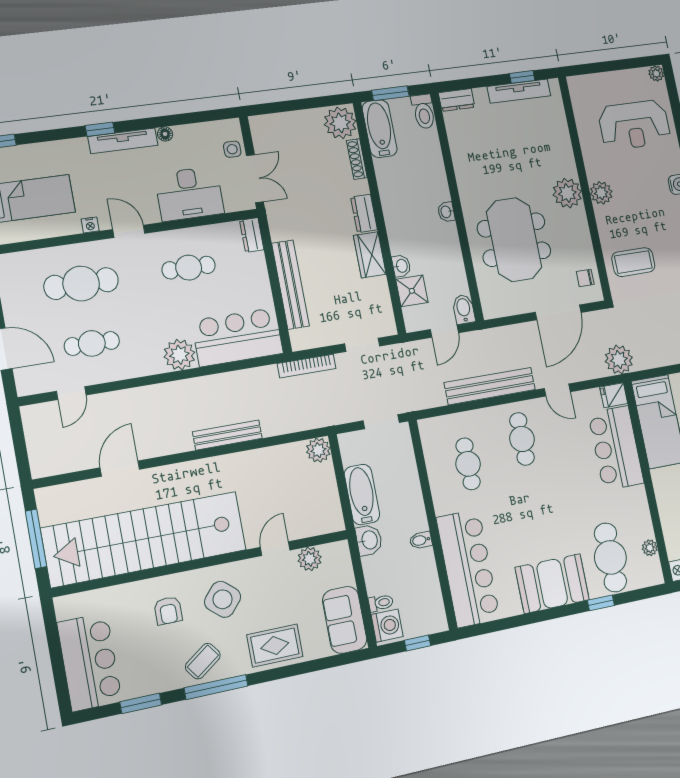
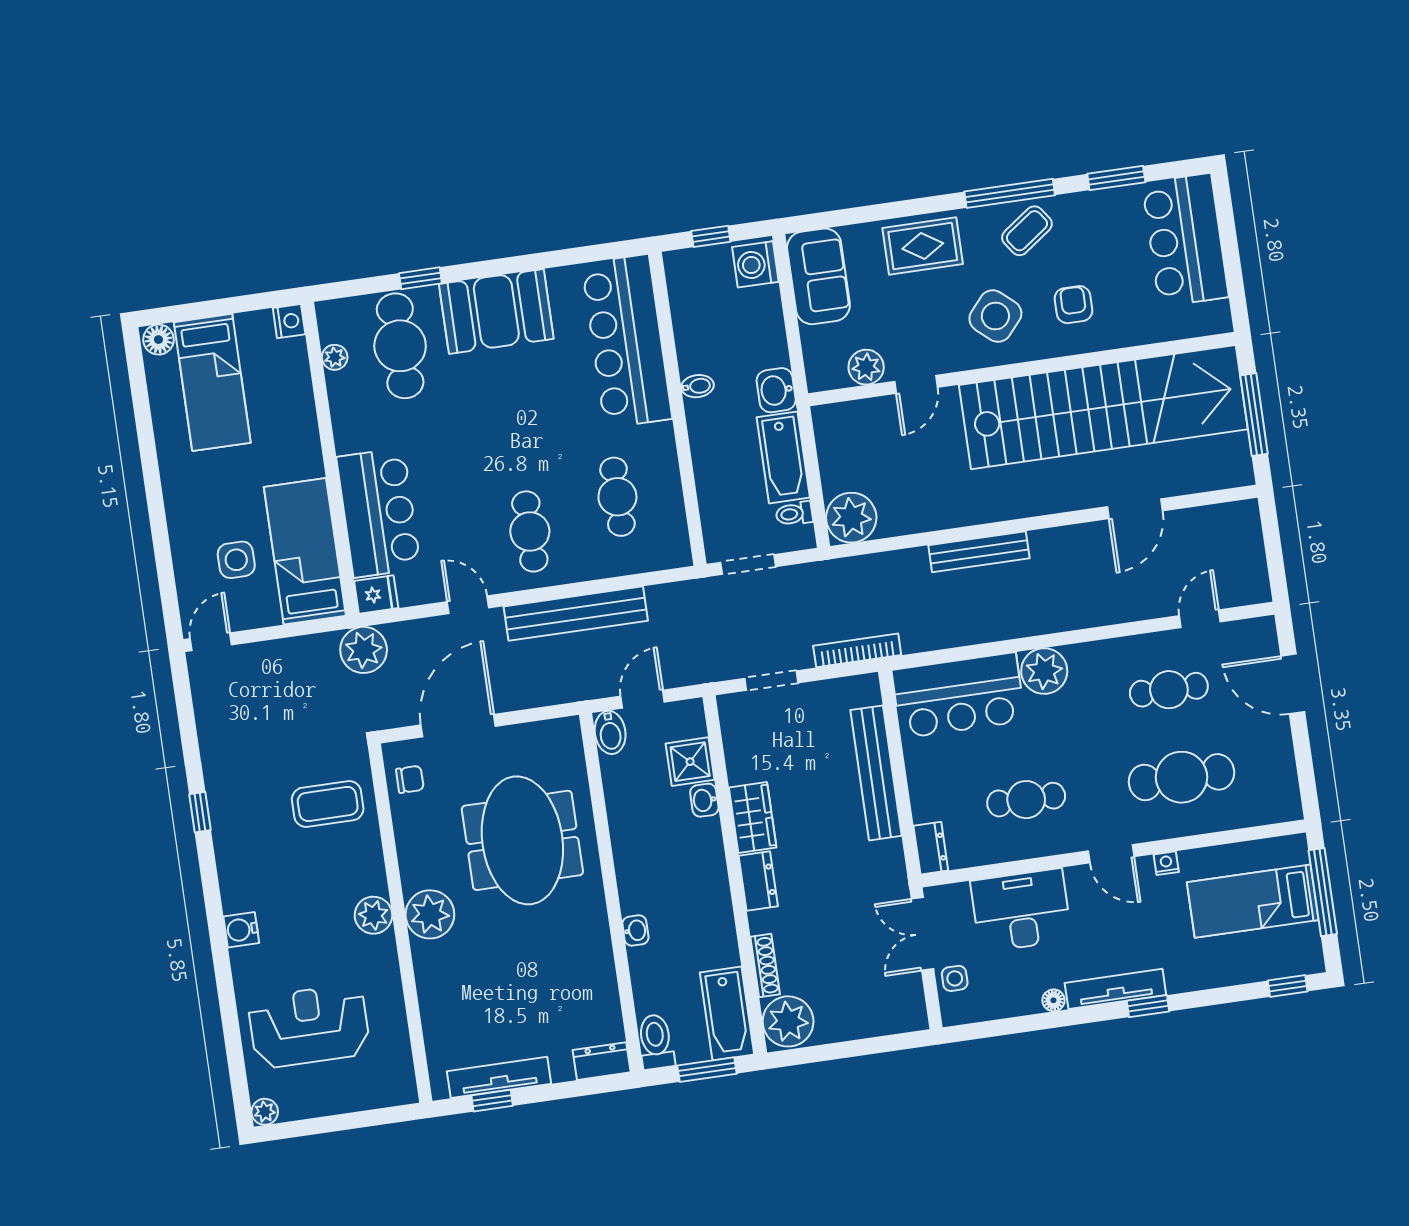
washbasin: (446, 212) -> (635, 930), moved
plant: (318, 450) -> (851, 518), width x1.36, depth x1.36
toilet: (381, 603) -> (794, 514), moved

